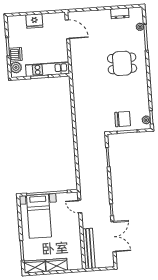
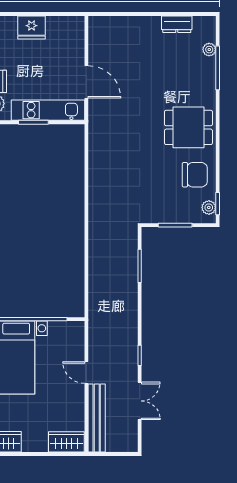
door: (67, 29) -> (86, 82), moved
dining table: (122, 63) -> (188, 127), moved
chair: (123, 119) -> (195, 175), moved
door: (80, 206) -> (86, 373), moved
double door: (113, 237) -> (140, 401), width x0.73
wardrobe: (57, 265) -> (66, 442), moved

